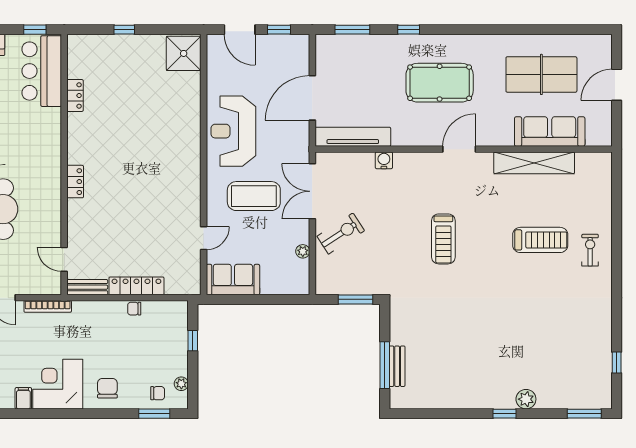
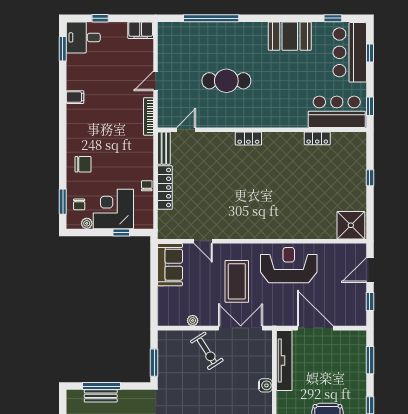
corner desk: (58, 384) -> (113, 209), moved, turned -90

